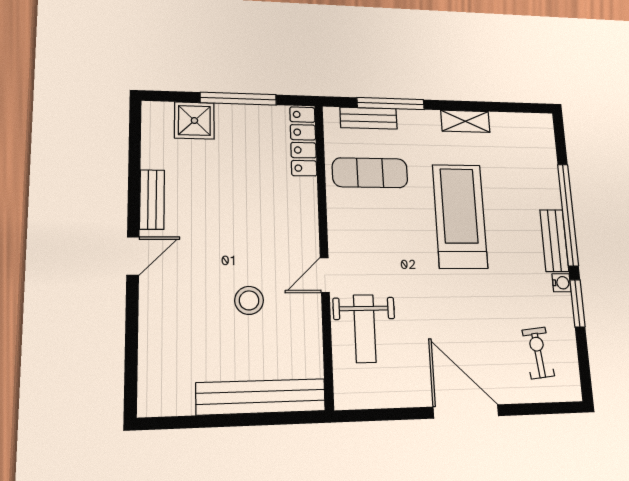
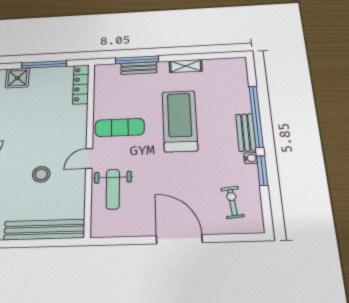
bench: (369, 118) -> (139, 68), moved
exercise mat: (370, 173) -> (120, 127), moved

